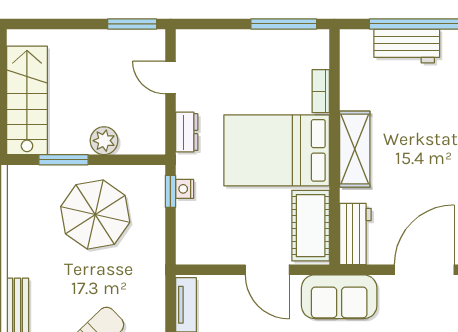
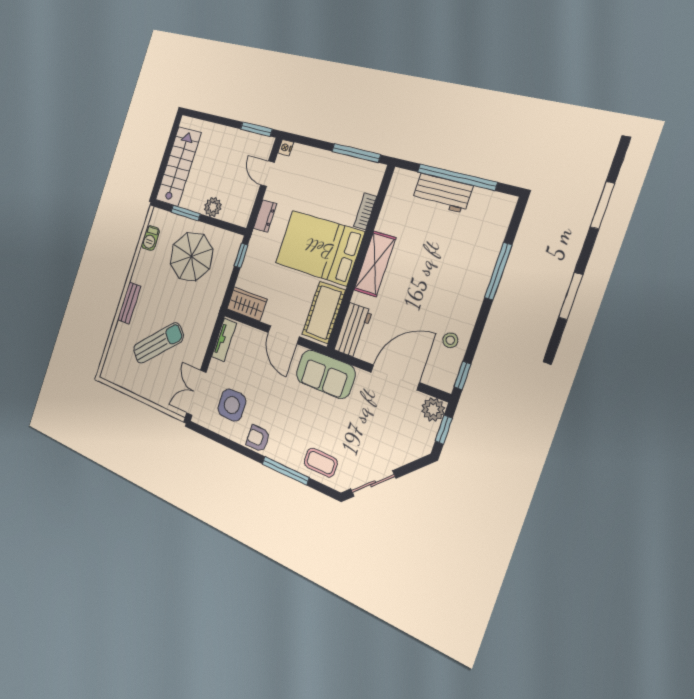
nightstand: (185, 189) -> (286, 148), moved
barbecue: (19, 209) -> (150, 238), added
wardrobe: (202, 249) -> (247, 304), added

